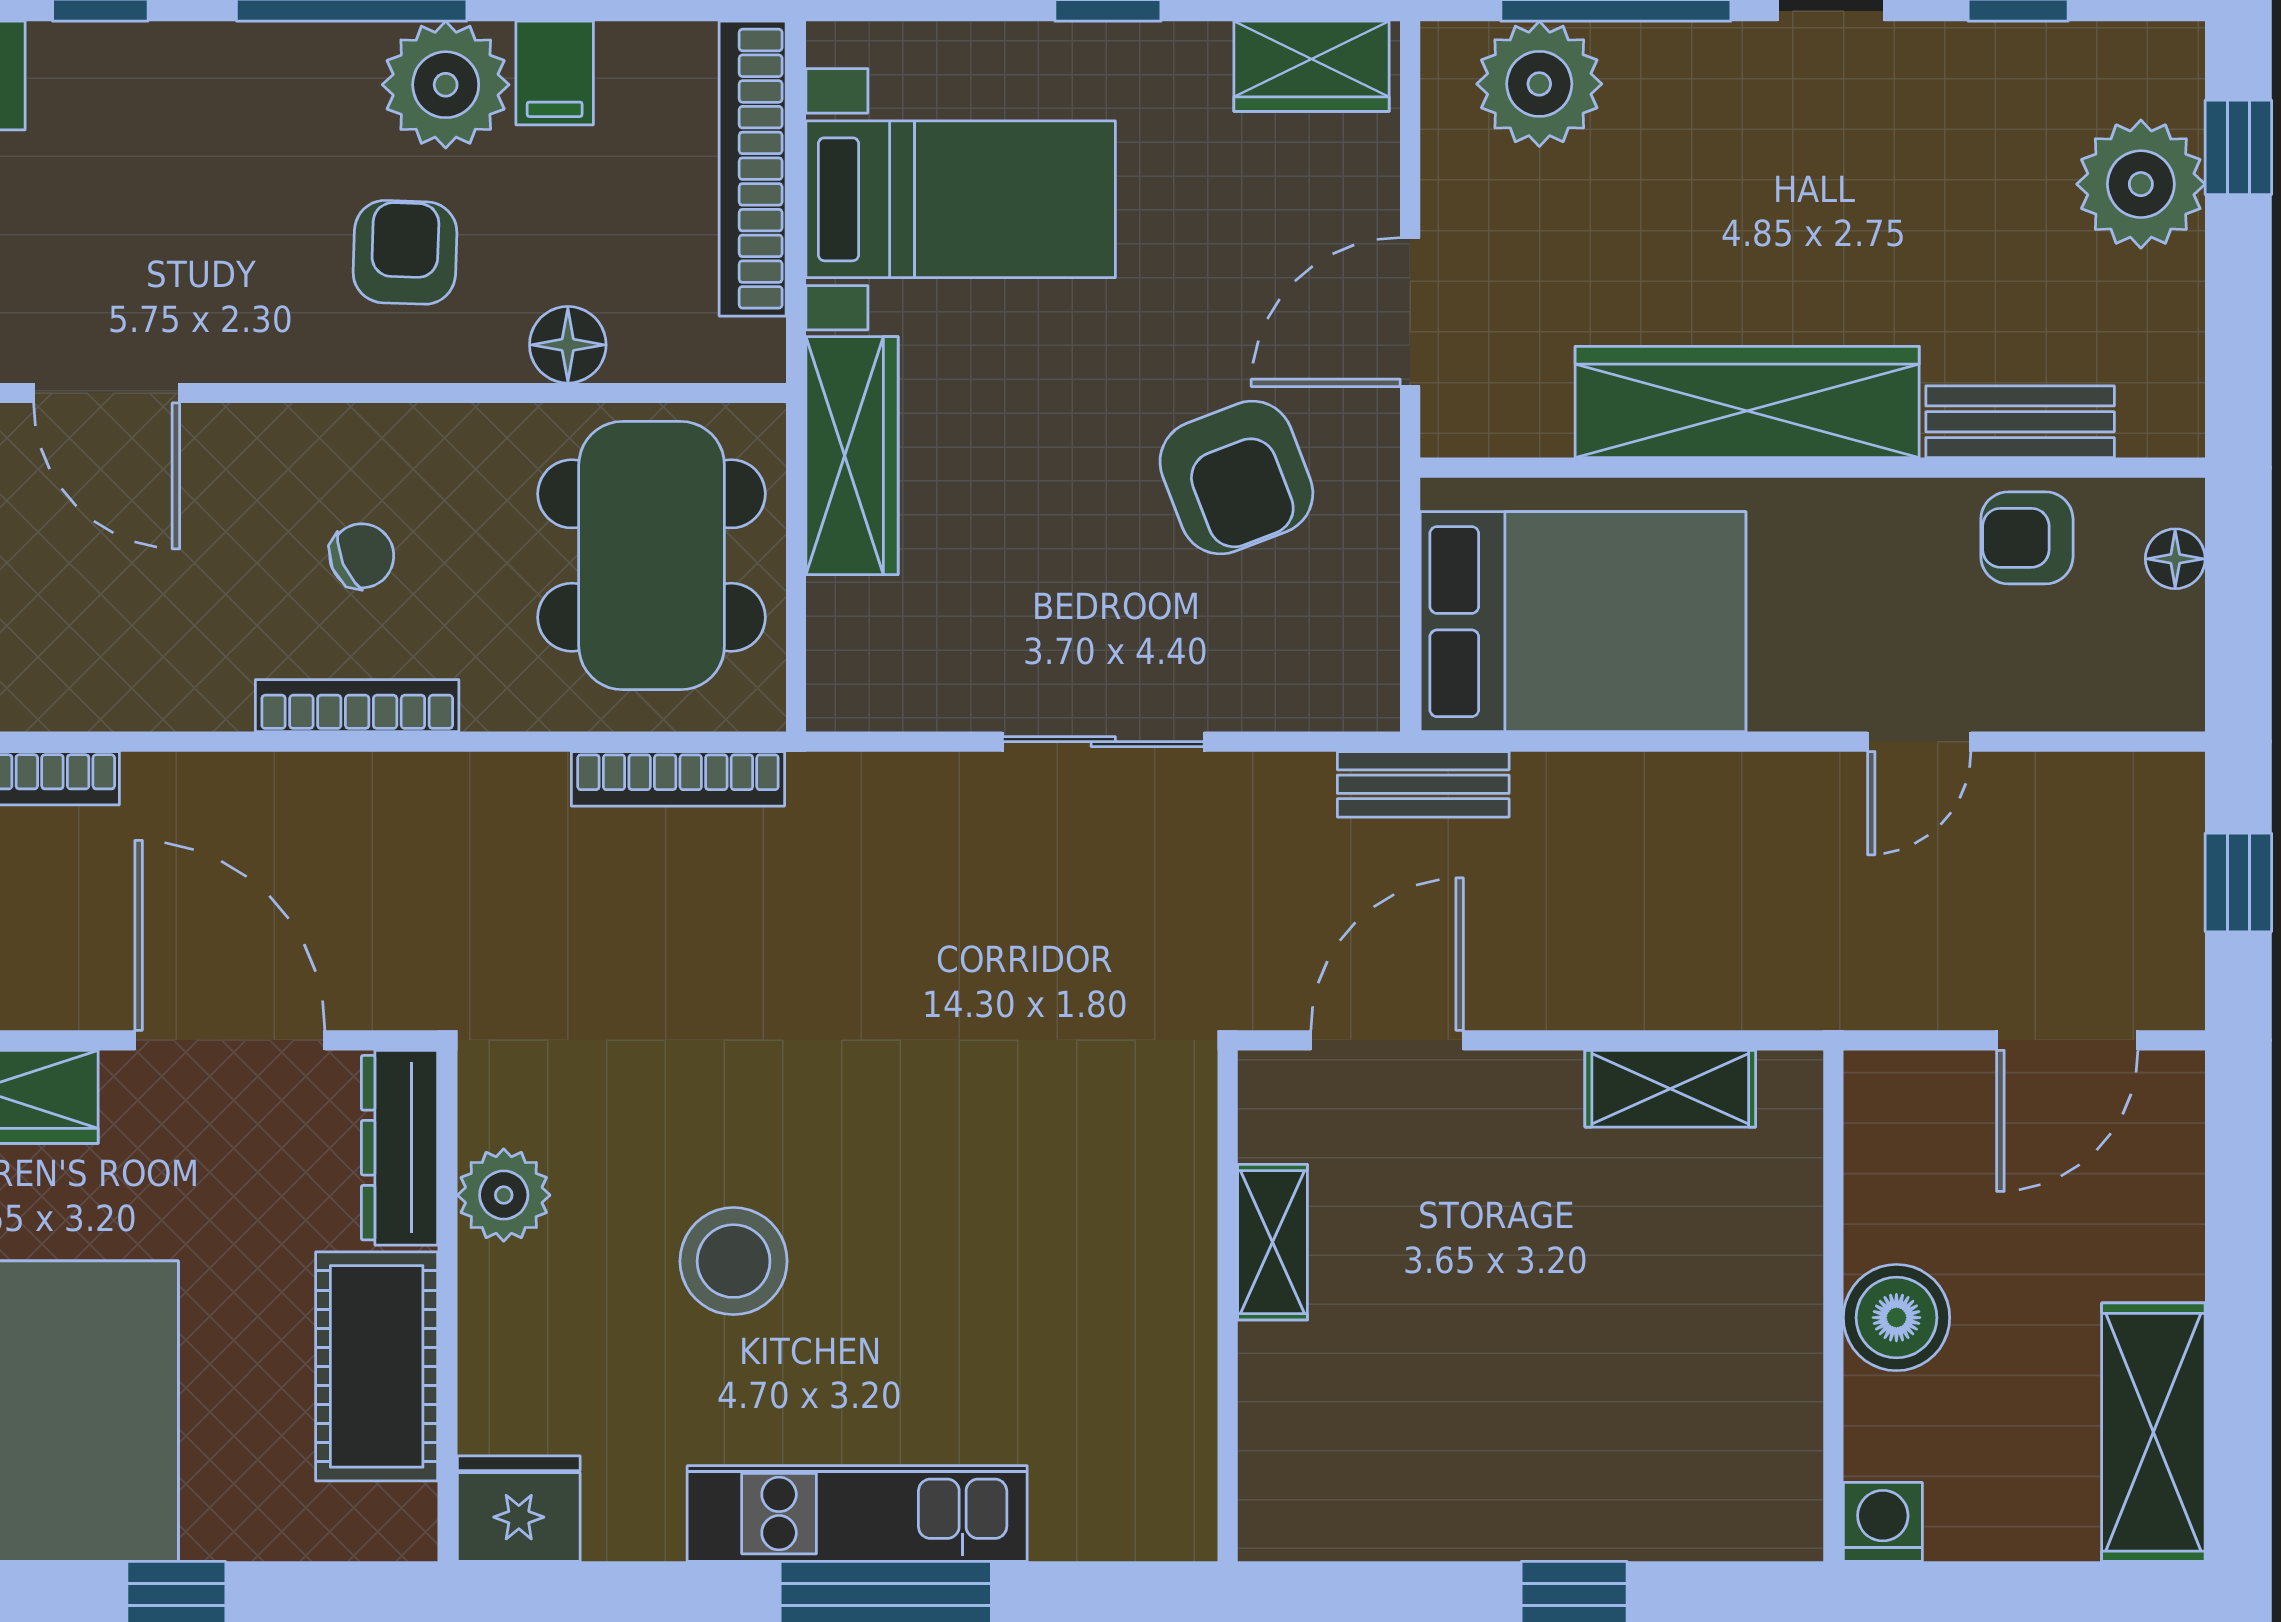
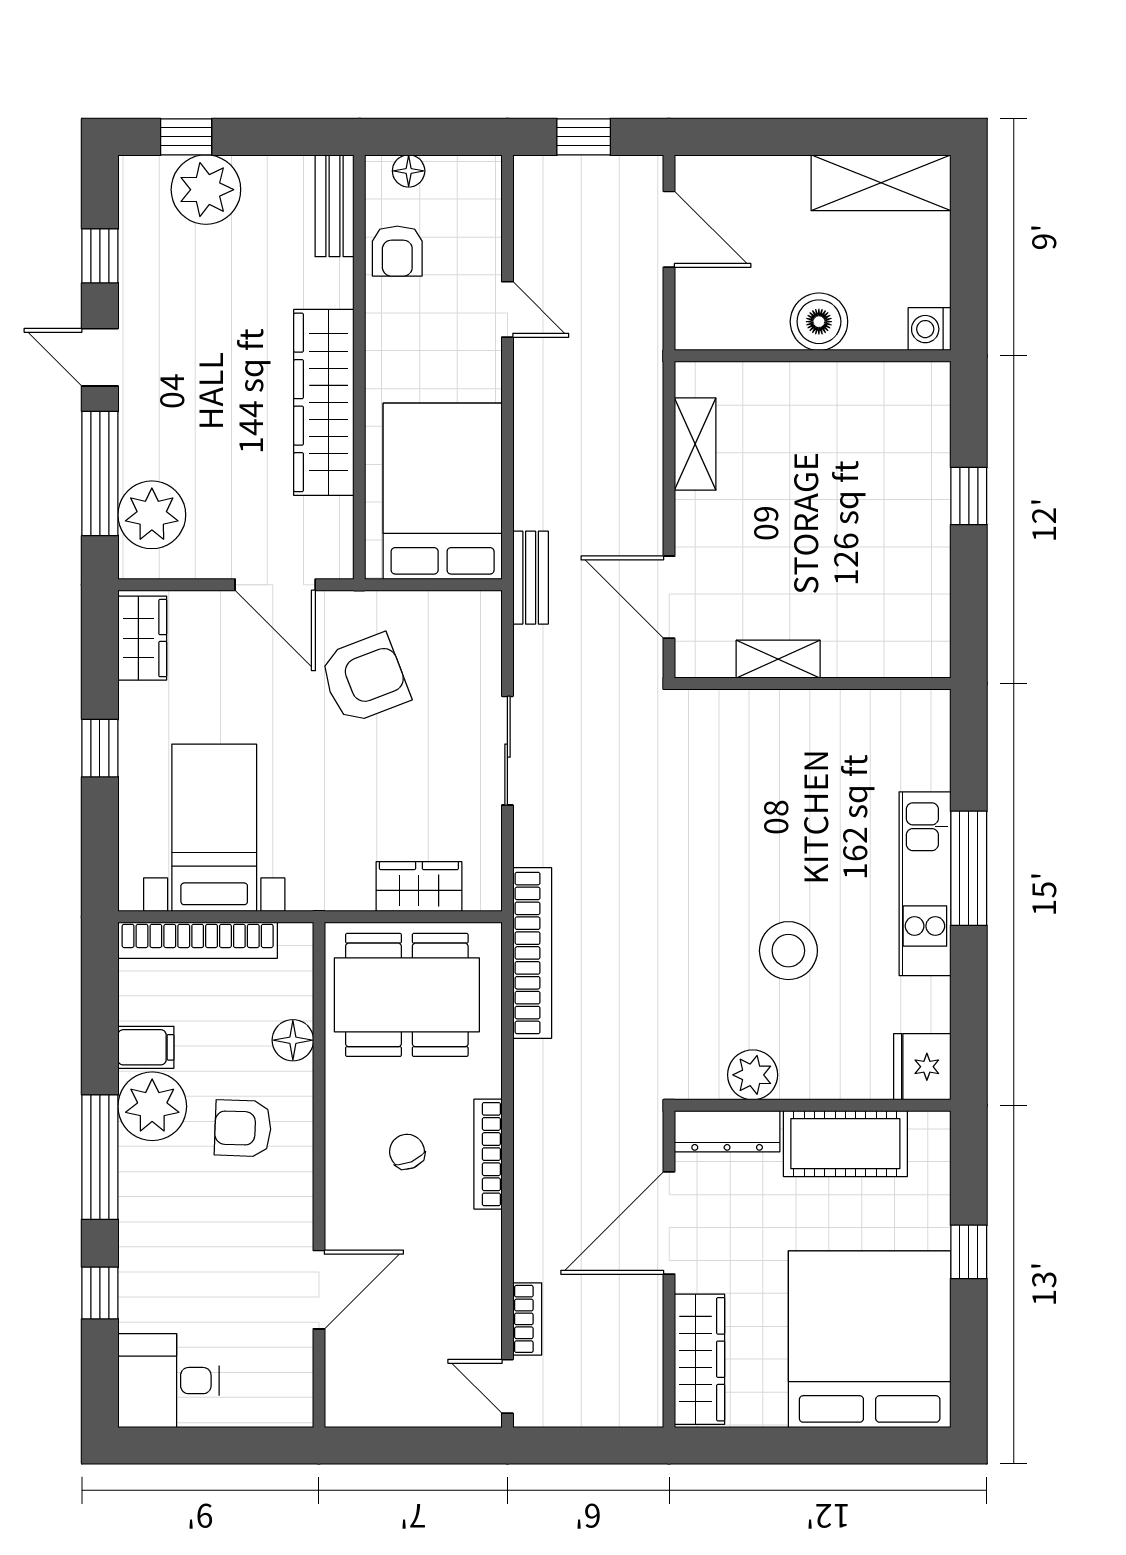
bench: (2020, 422) -> (335, 206), moved
wardrobe: (852, 456) -> (419, 887), moved, width x0.67
bookcase: (678, 779) -> (532, 953), width x1.48, depth x1.31

